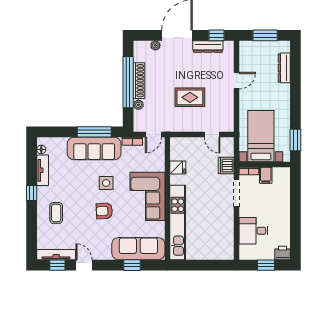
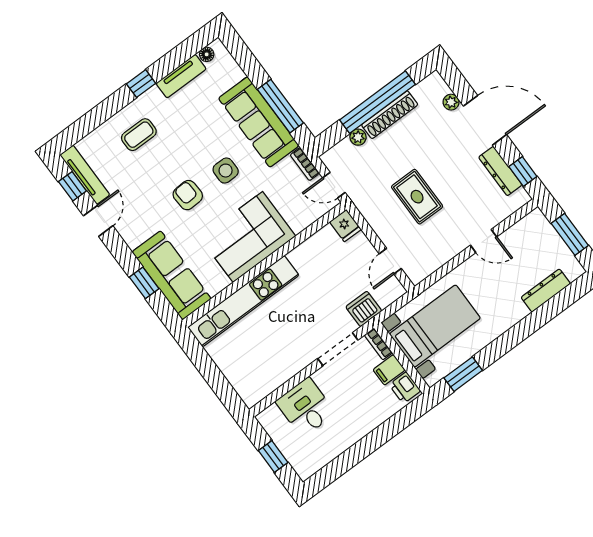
fridge: (178, 167) -> (345, 226), moved
printer: (283, 253) -> (405, 388), moved, turned 180

